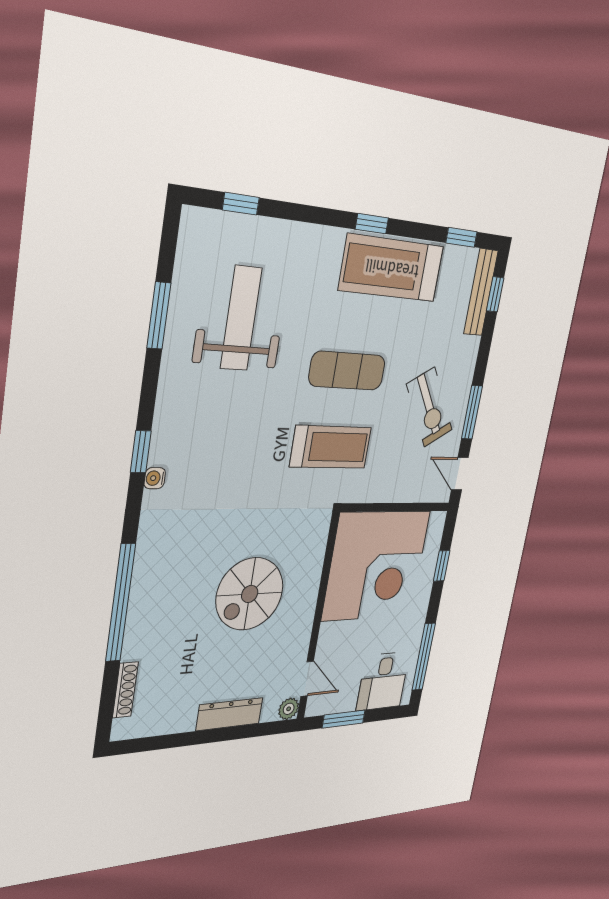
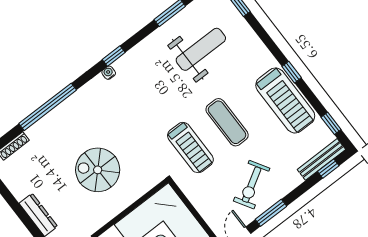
treadmill: (392, 268) -> (285, 101), turned 180

